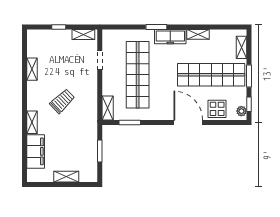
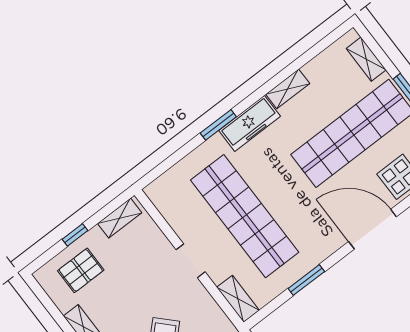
pallet: (50, 44) -> (81, 270), added
doorway: (100, 60) -> (191, 261), moved
window: (130, 122) -> (306, 280), moved

